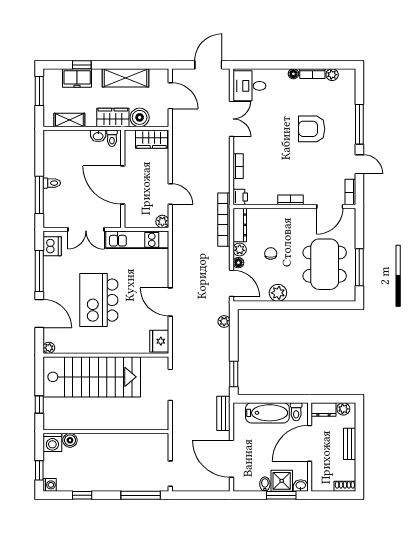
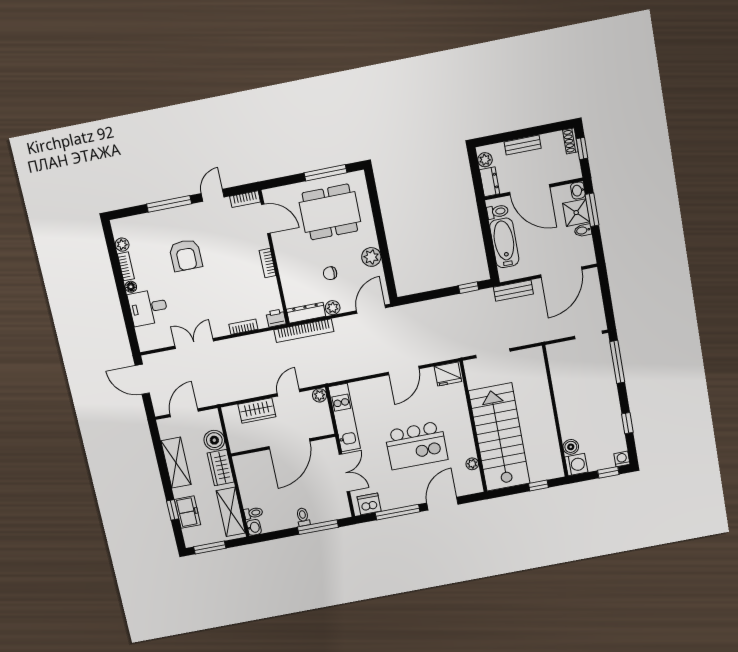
desk: (249, 86) -> (148, 308), moved, turned 90
shelving: (69, 120) -> (231, 512), width x1.50, depth x1.33
washbasin: (98, 136) -> (254, 527), moved
toilet: (112, 138) -> (253, 513), moved
wardrobe: (151, 139) -> (257, 410), moved, turned 90
floor lamp: (238, 263) -> (347, 306), removed
plant: (224, 322) -> (414, 309), removed
plant: (49, 348) -> (472, 464), moved
window: (234, 374) -> (469, 288), width x0.67
window: (336, 495) -> (582, 148), added

